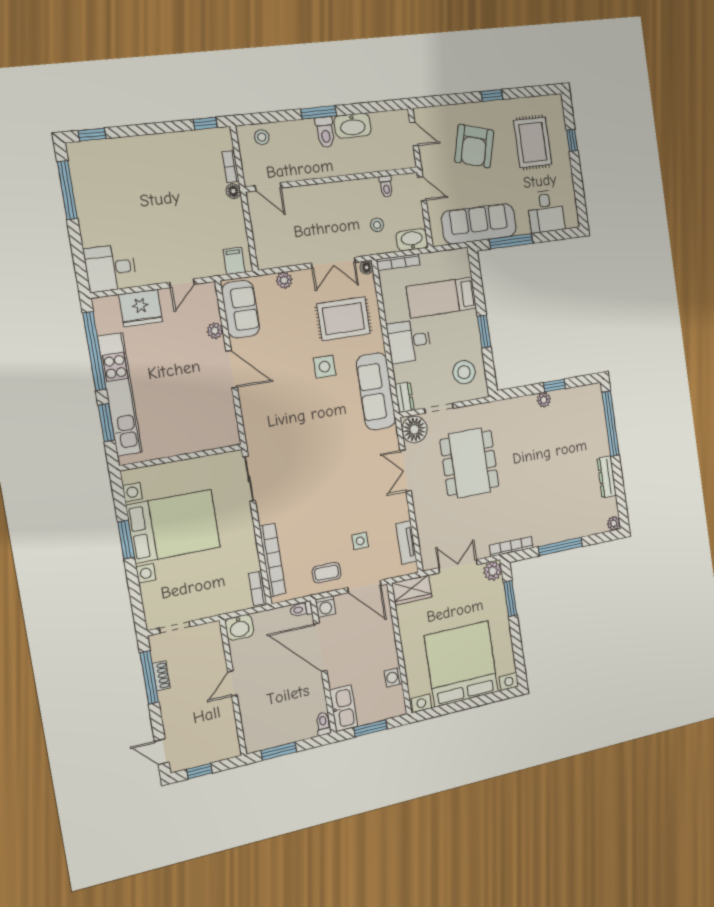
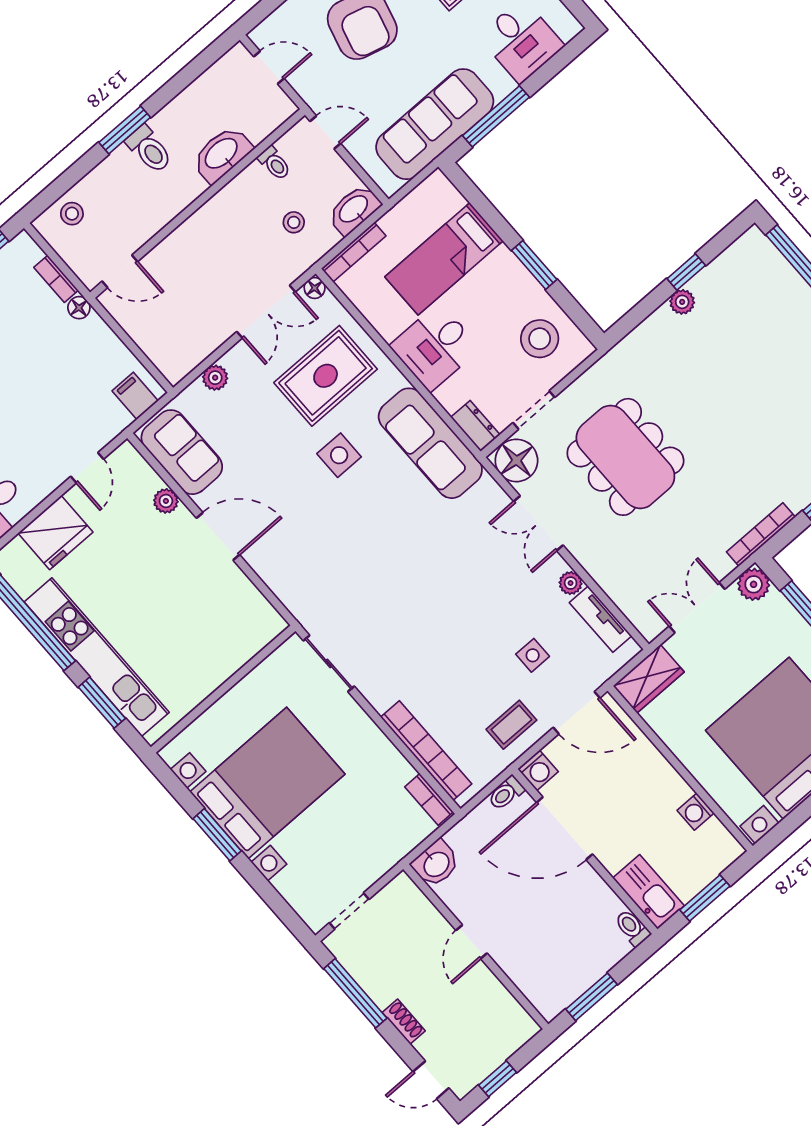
washbasin: (353, 126) -> (222, 154), moved, turned 180
plant: (403, 513) -> (571, 583), added
shoe rack: (161, 676) -> (404, 1022), moved

